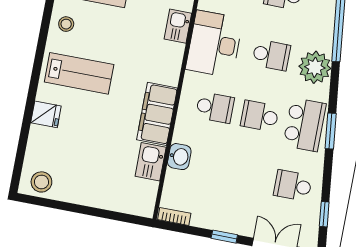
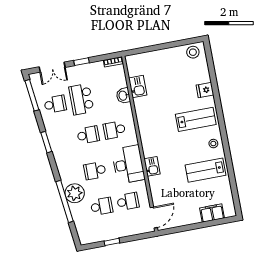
plant: (315, 67) -> (75, 193), moved
lab bench: (79, 73) -> (196, 119), turned 180
filing cabinet: (157, 114) -> (145, 114), removed
school desk: (304, 125) -> (81, 99), moved
window: (324, 214) -> (32, 95), width x2.17

